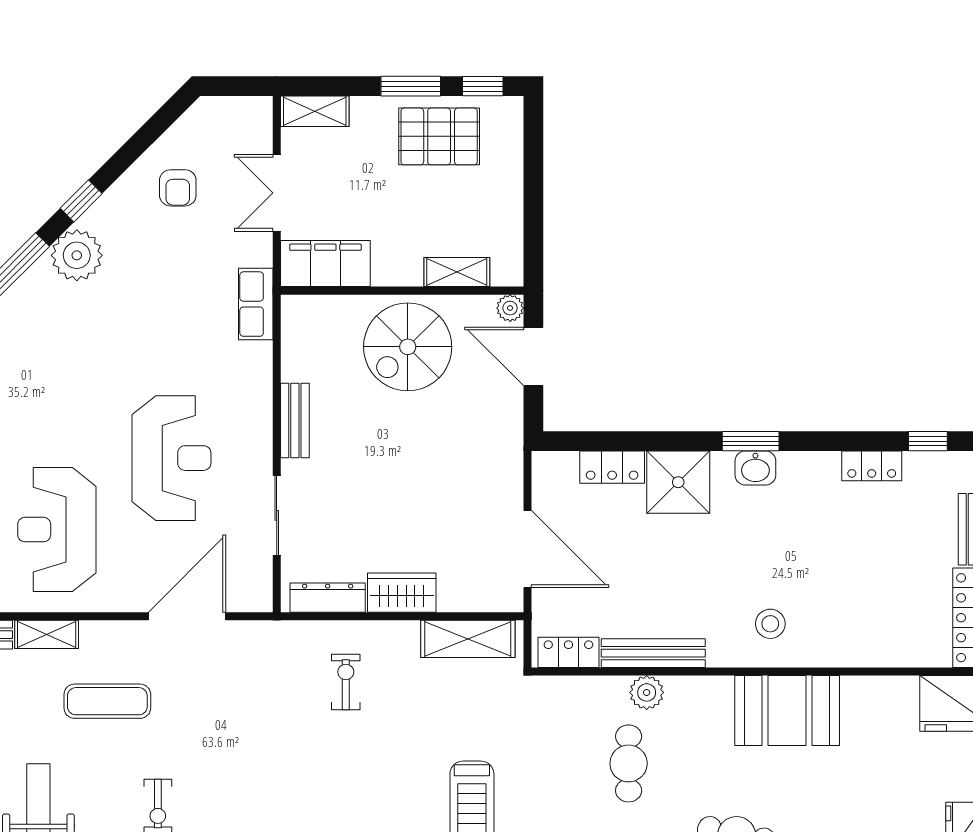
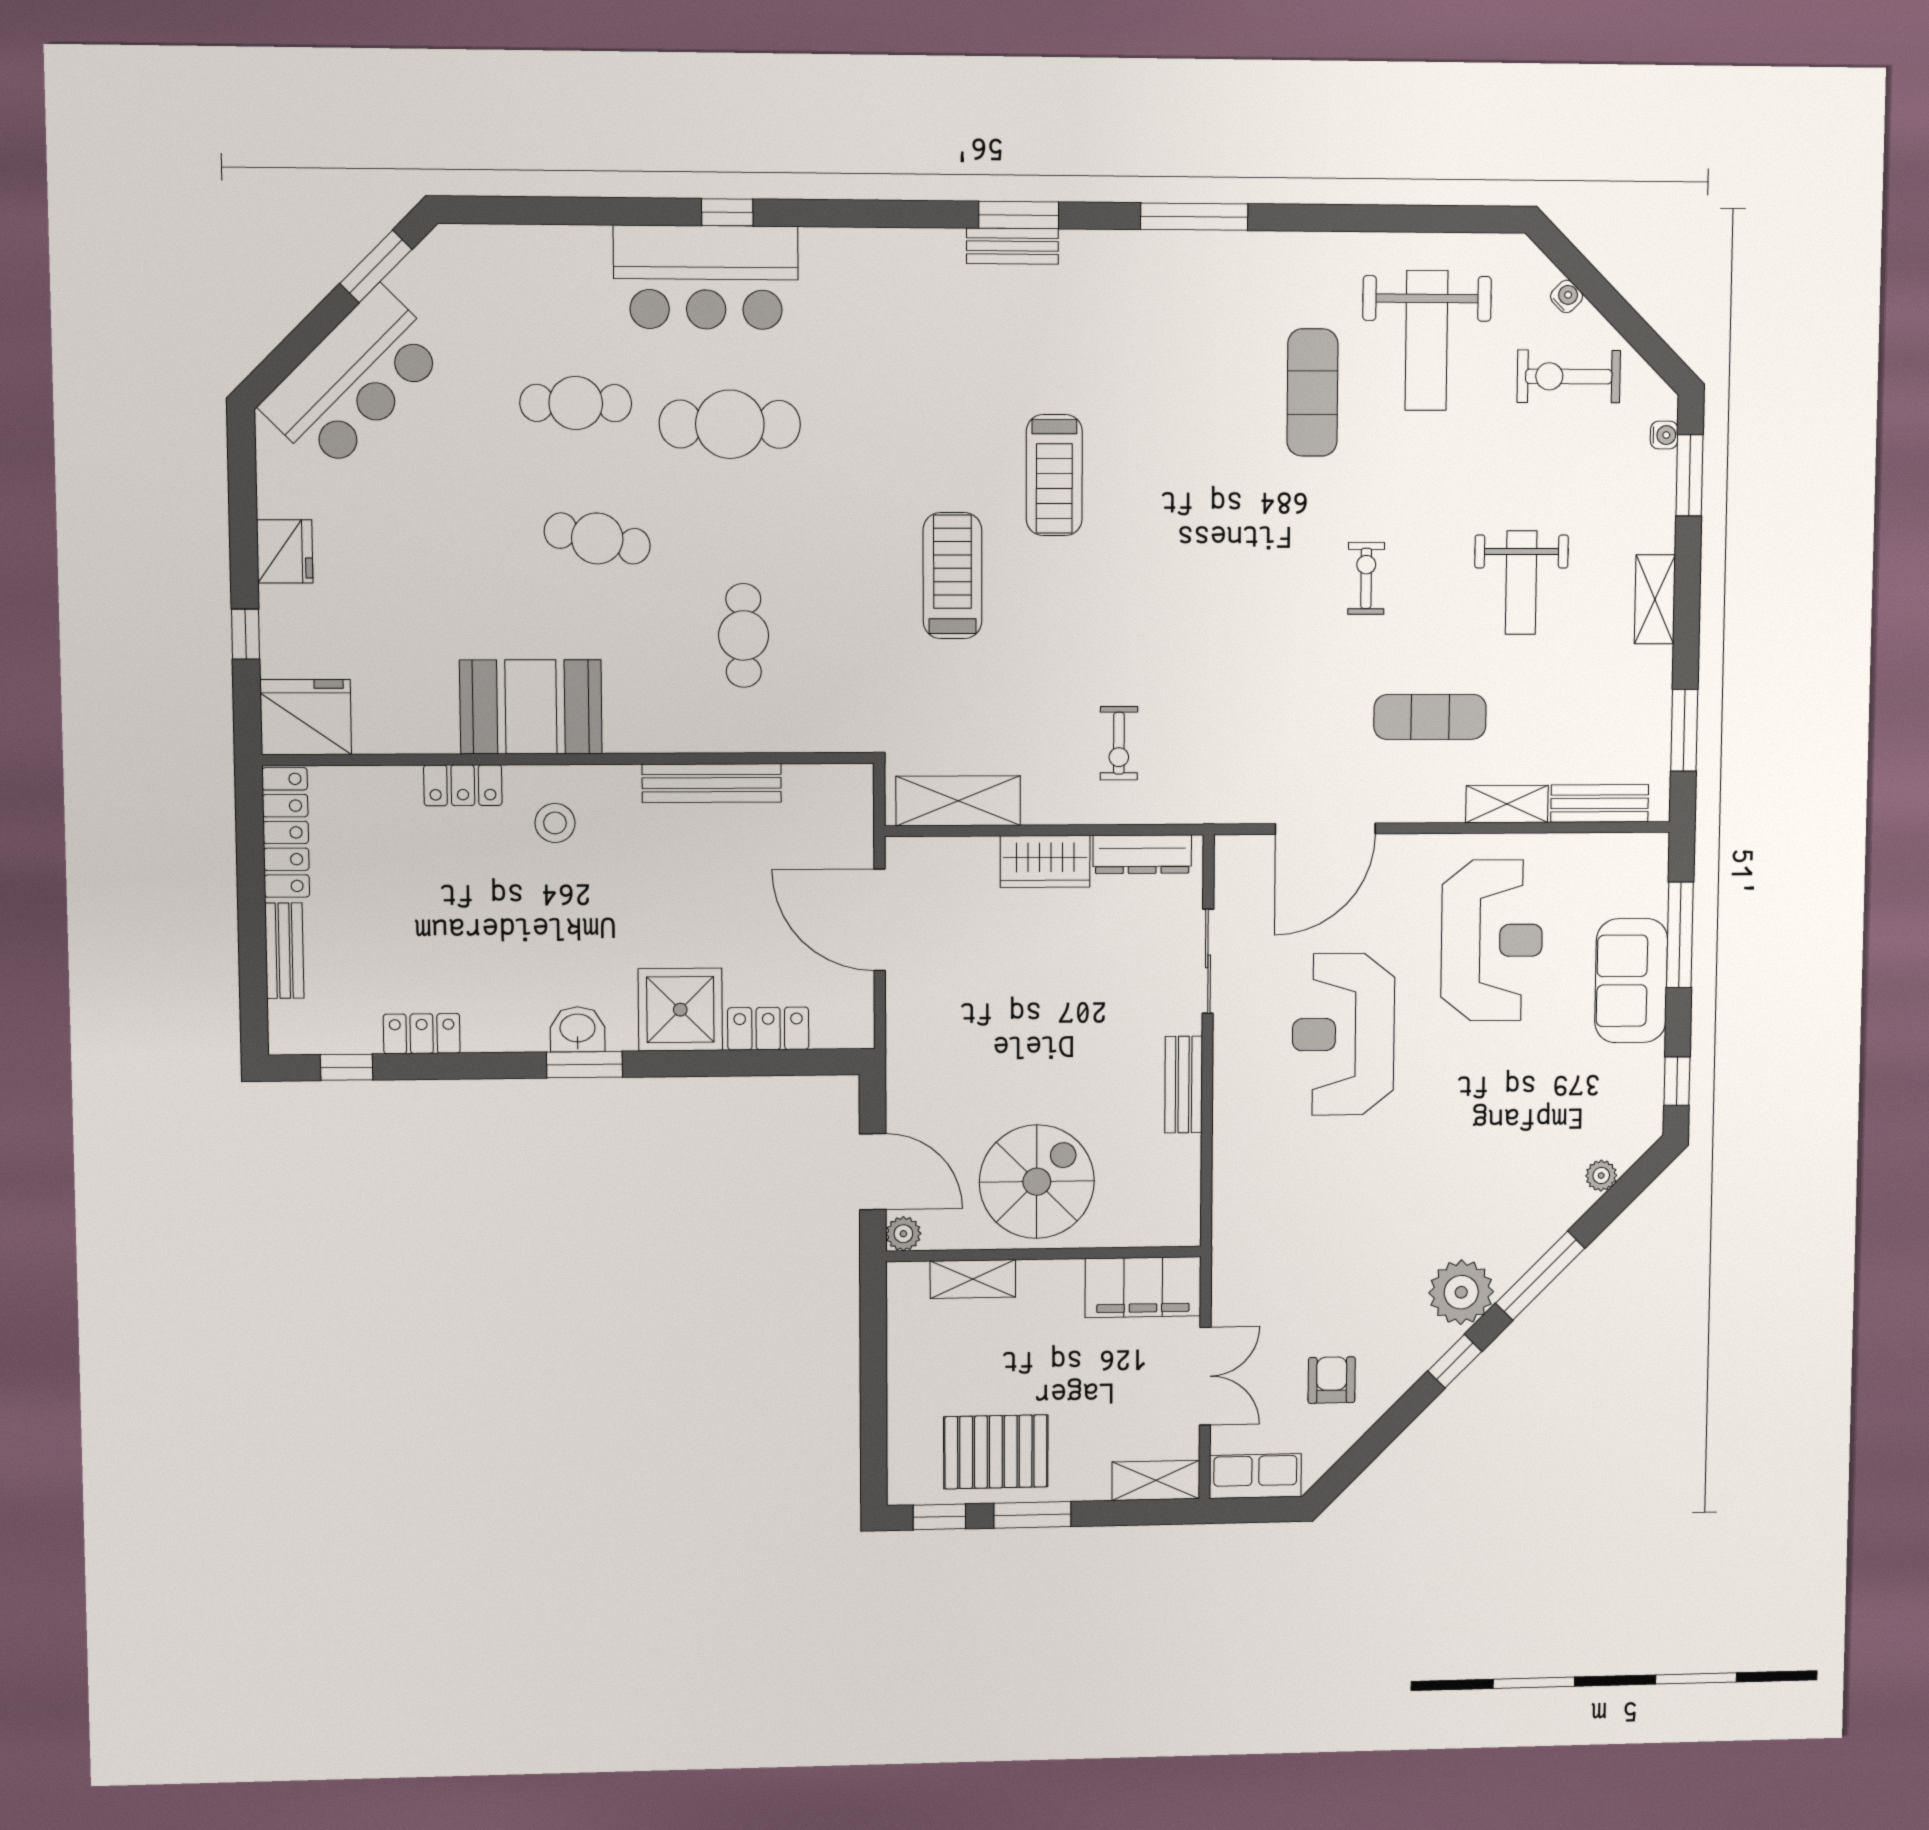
row of seats: (256, 304) -> (1255, 1476), moved, turned -90
locker: (568, 652) -> (463, 785), moved
plant: (647, 692) -> (720, 731), removed

